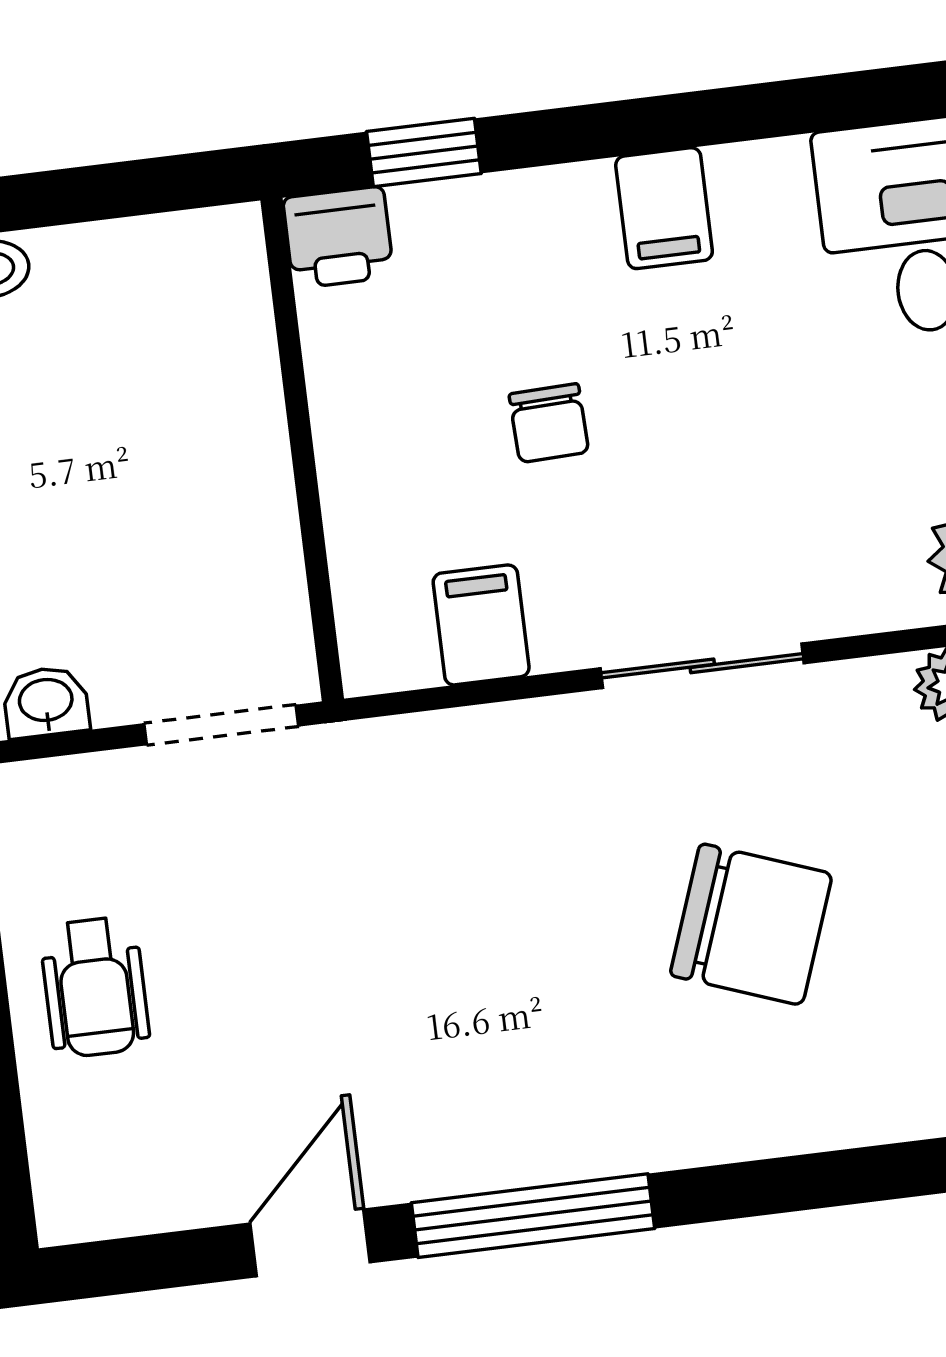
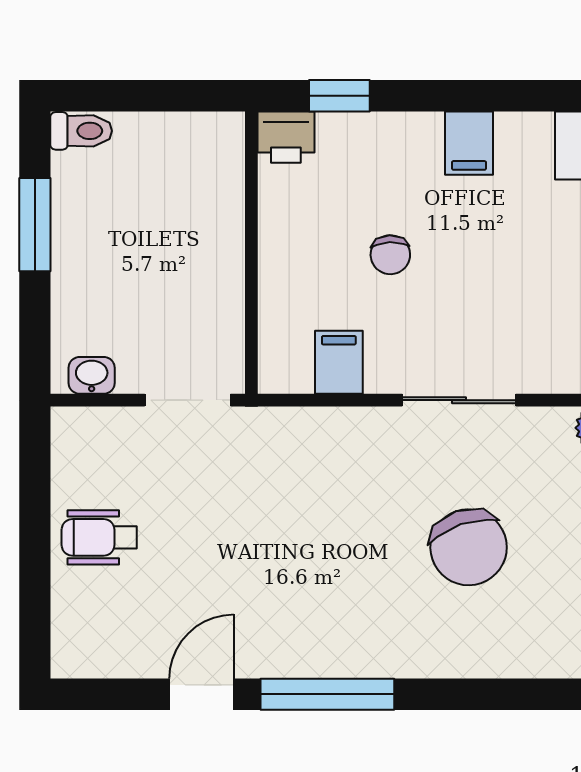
chair: (751, 924) -> (469, 547), turned 51
wheelchair: (95, 987) -> (99, 537), turned 90

